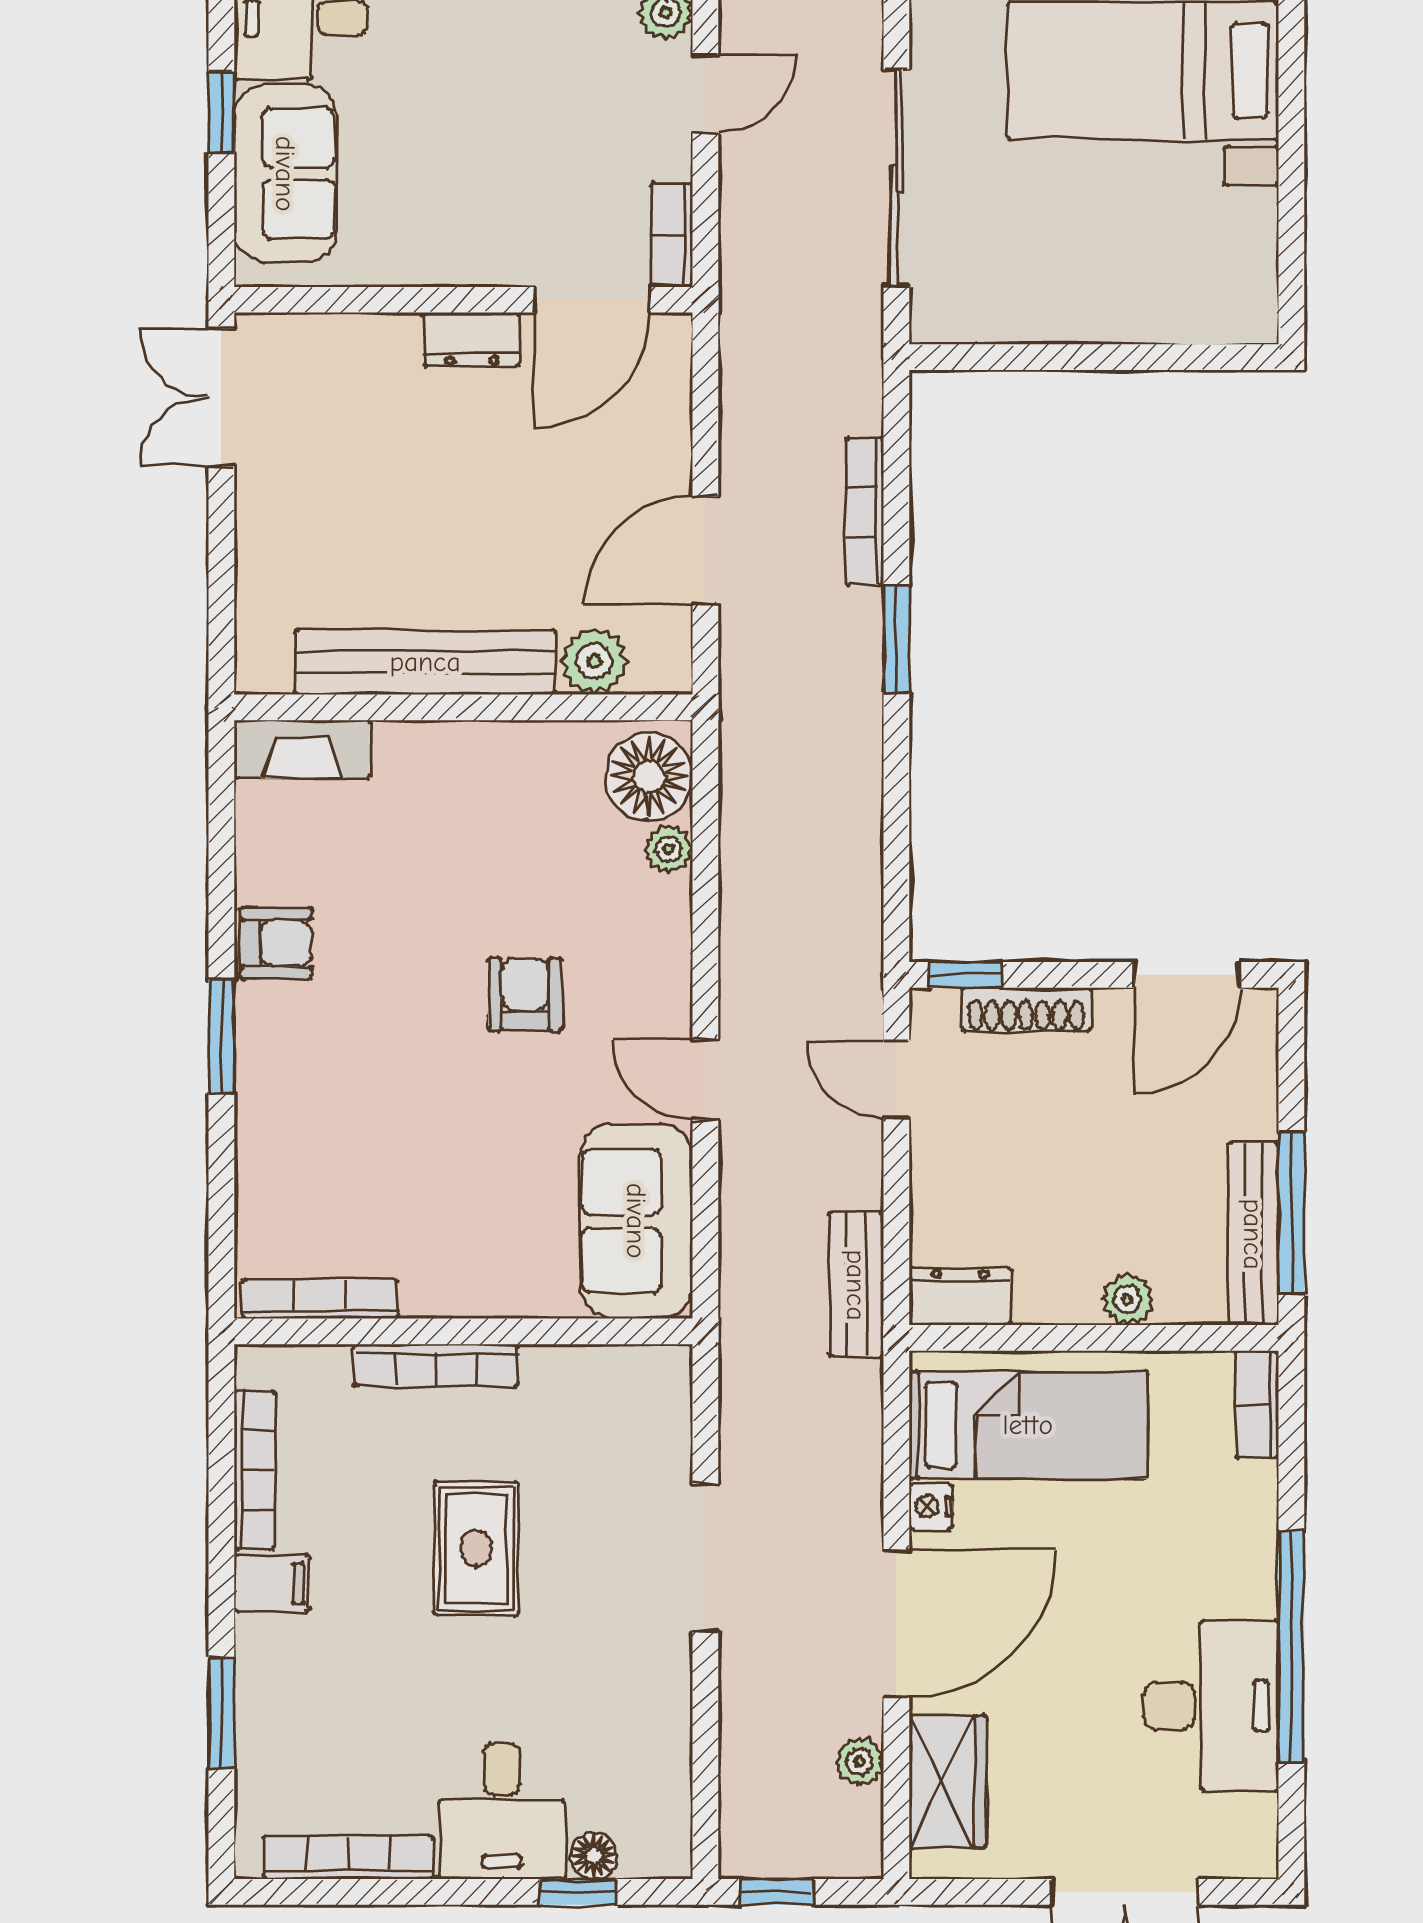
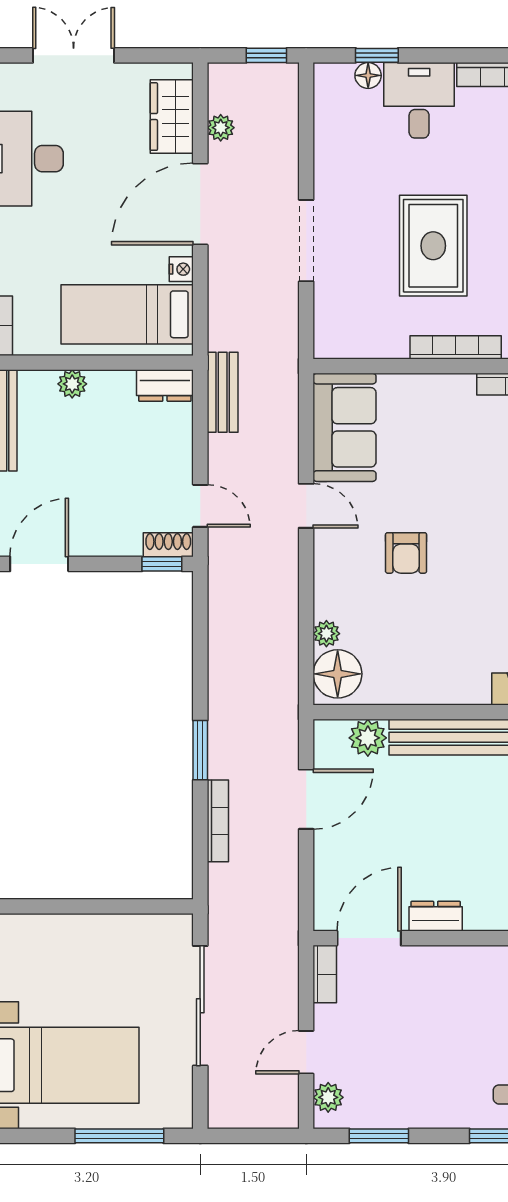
shoe rack: (1026, 1009) -> (168, 545), moved, width x0.70
rug: (476, 1549) -> (433, 246), width x1.36, depth x1.43

